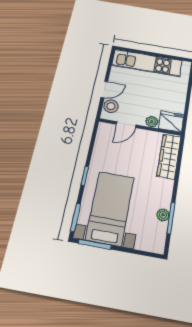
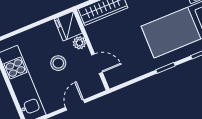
door: (104, 90) -> (75, 105), hinge flipped
stool: (111, 106) -> (58, 63), moved

